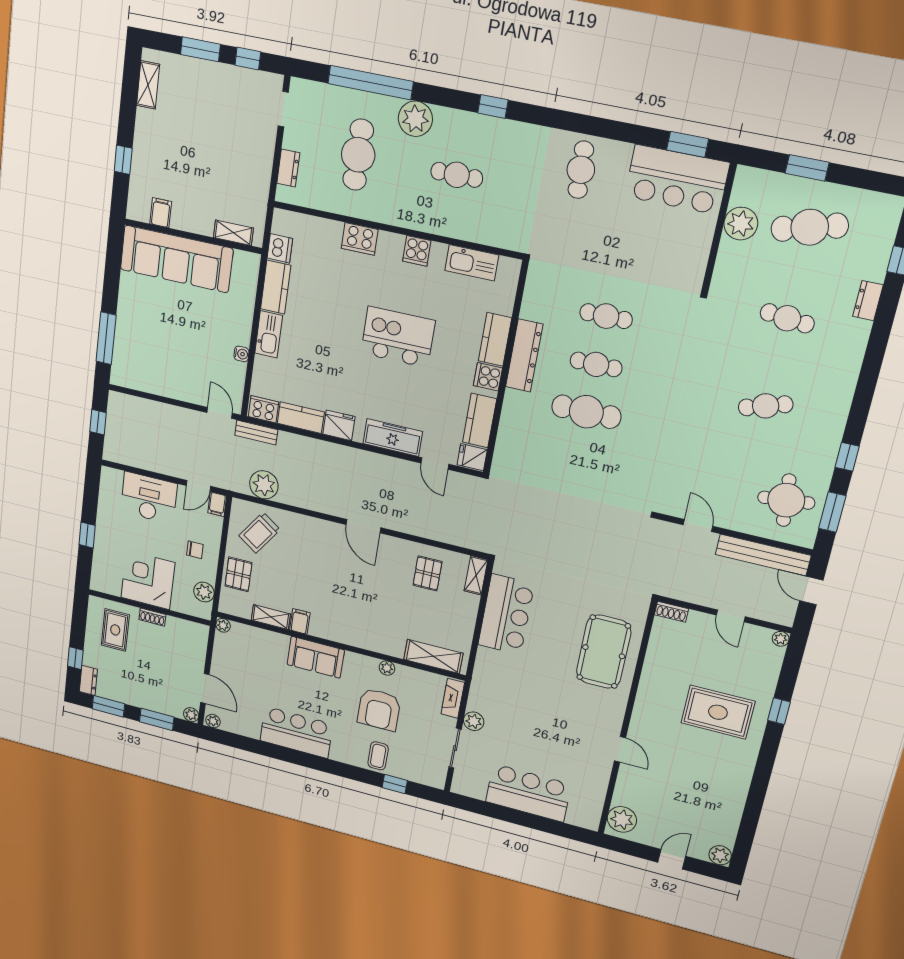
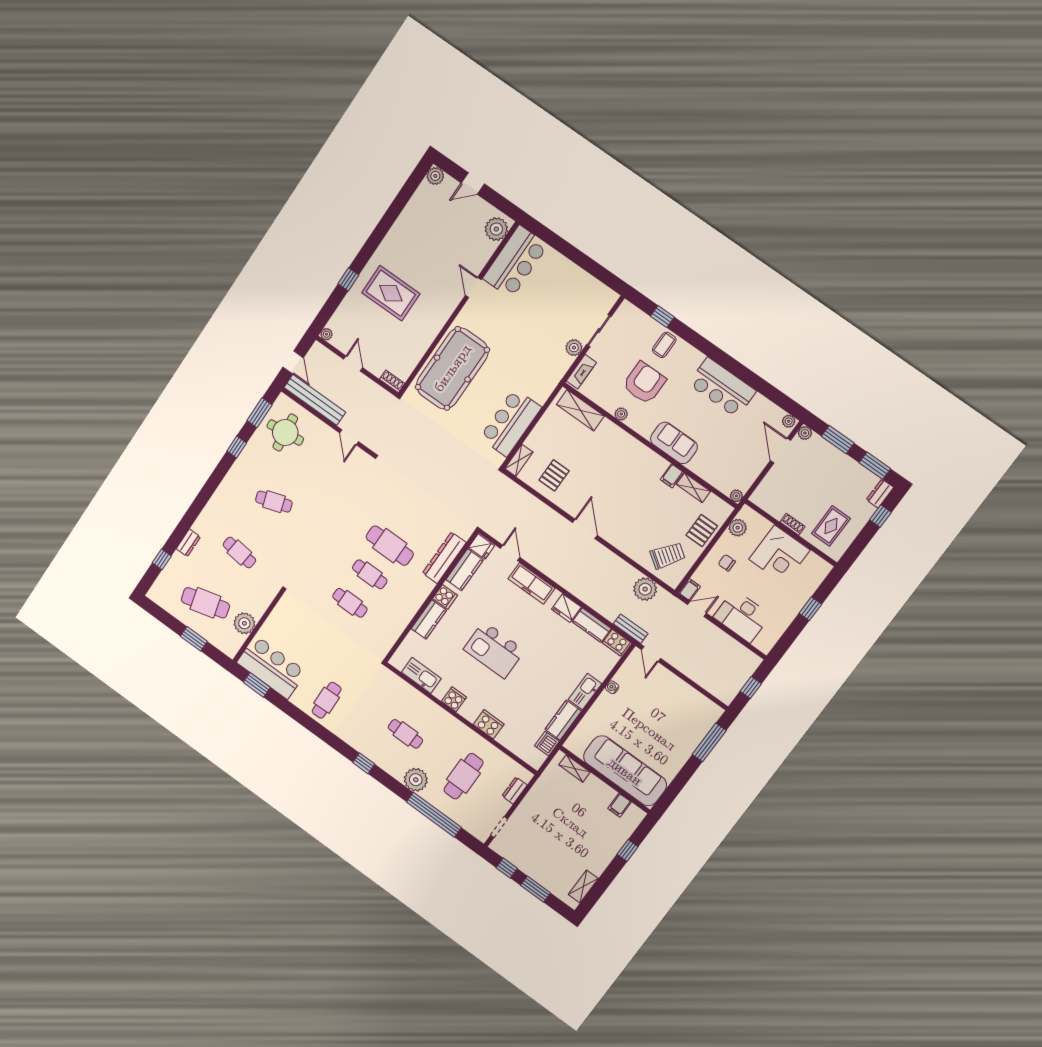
dresser: (524, 356) -> (444, 558), moved
pool table: (604, 652) -> (452, 368), width x1.36, depth x1.32
bar counter: (528, 793) -> (515, 262), moved, turned -90

